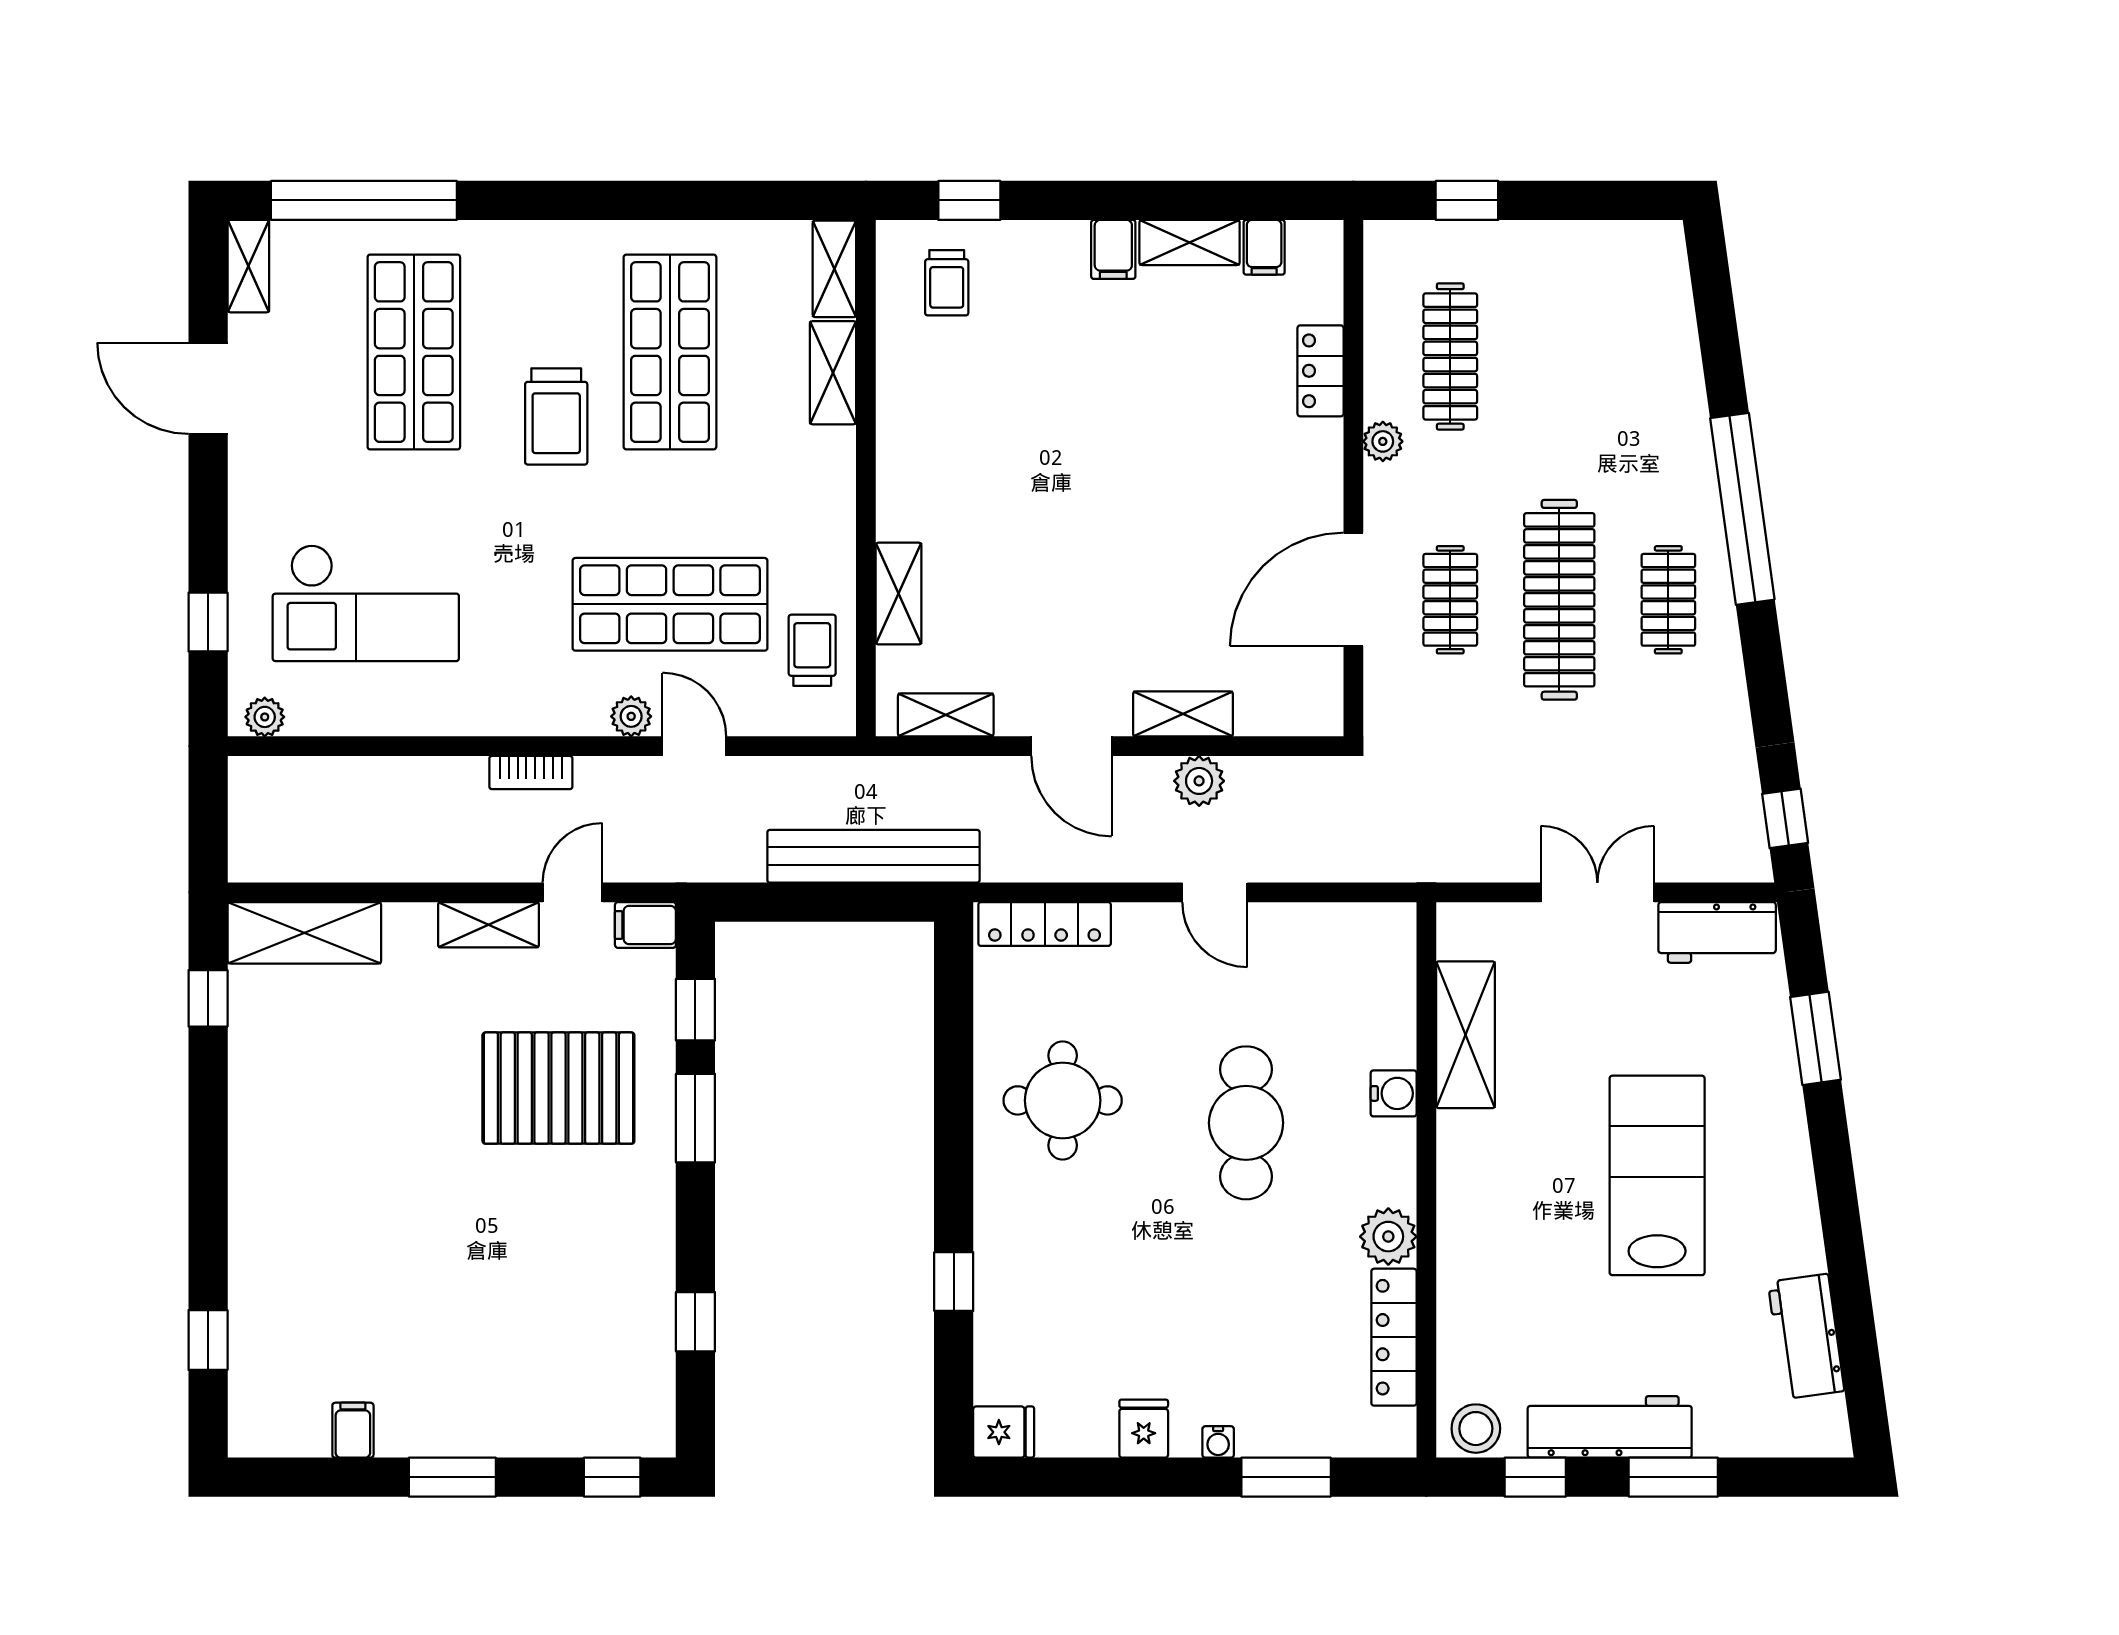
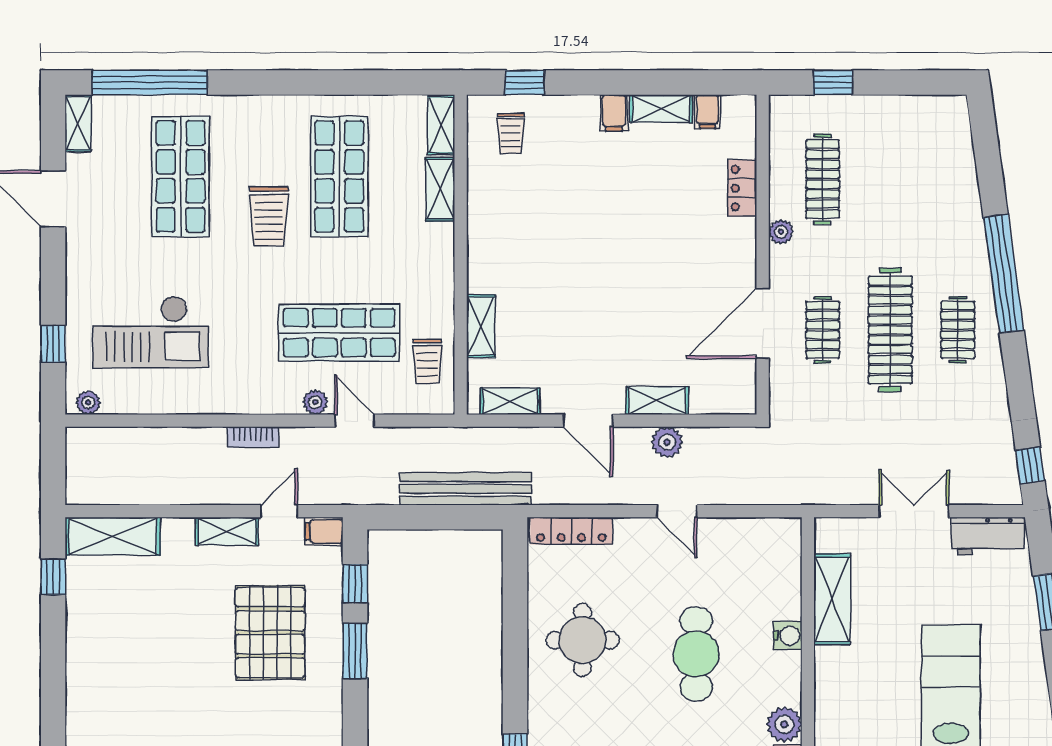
trolley: (812, 650) -> (427, 361), turned 180
pallet: (558, 1088) -> (270, 632), turned 90

